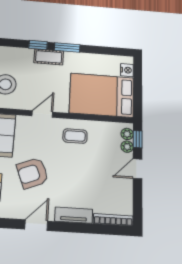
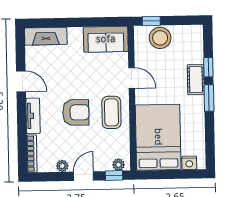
coffee table: (75, 136) -> (111, 112), width x1.36, depth x1.30
plant: (127, 147) -> (62, 166), moved
door: (138, 169) -> (83, 176), hinge flipped
armchair: (33, 173) -> (76, 112), moved, turned 112

